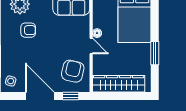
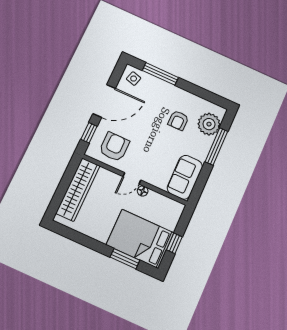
window: (155, 53) -> (125, 259), moved
armchair: (73, 71) -> (114, 147), turned -103

